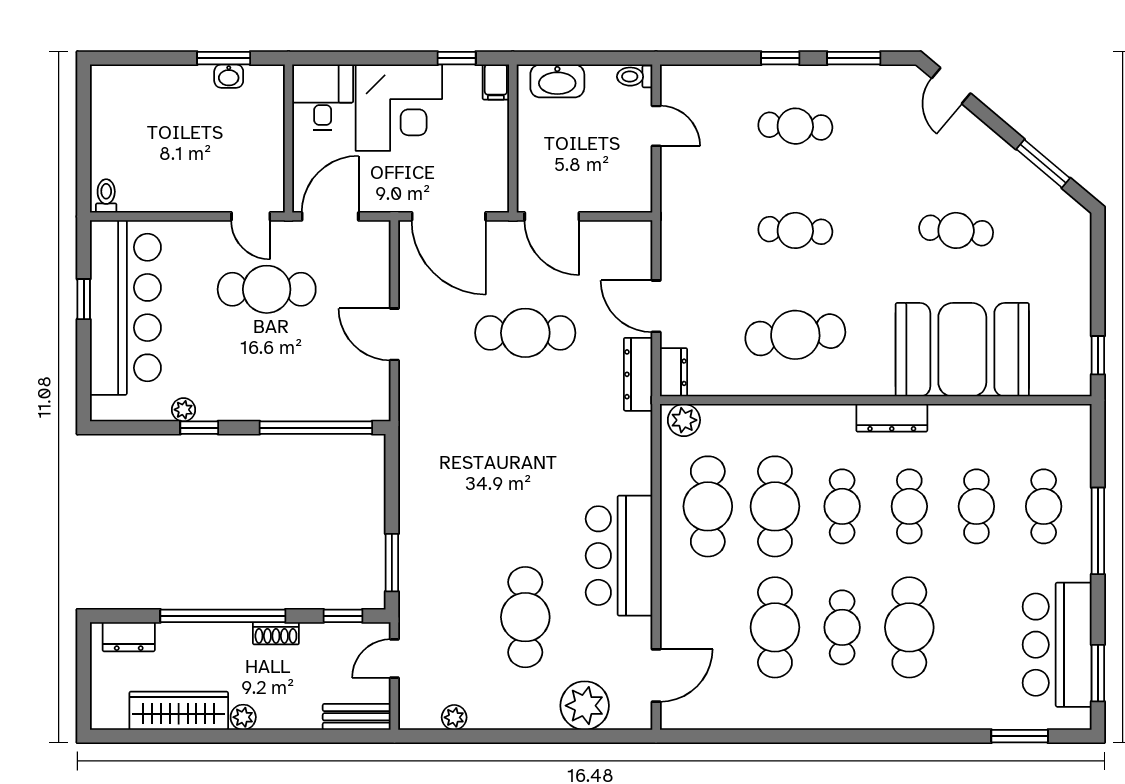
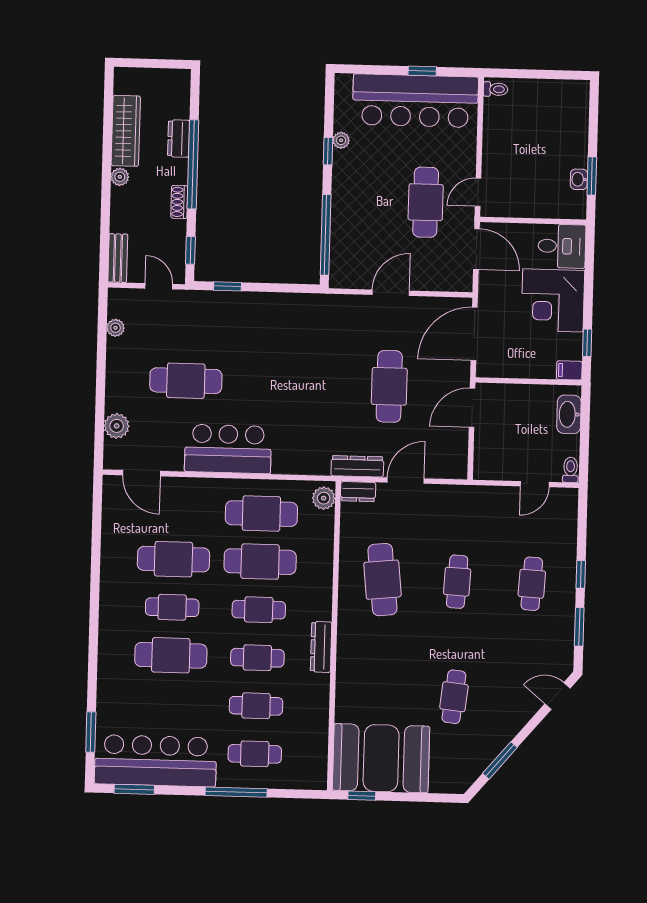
booth: (962, 350) -> (381, 758), moved, turned 90
window: (392, 563) -> (228, 286), width x0.67
dresser: (129, 637) -> (179, 139), moved
bar counter: (1057, 645) -> (155, 761), width x1.36
plant: (585, 706) -> (117, 426), width x0.73, depth x0.73

